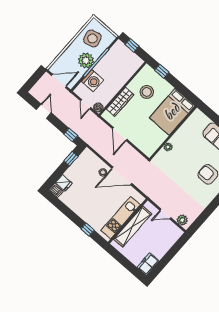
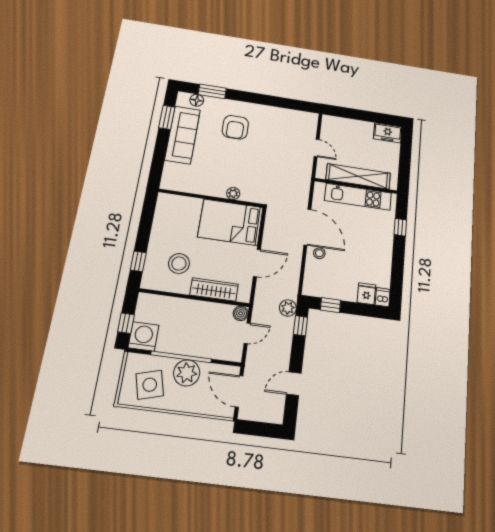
washing machine: (92, 81) -> (143, 336), moved
bed: (172, 112) -> (231, 222), moved, turned 180
plant: (182, 220) -> (288, 308), moved

